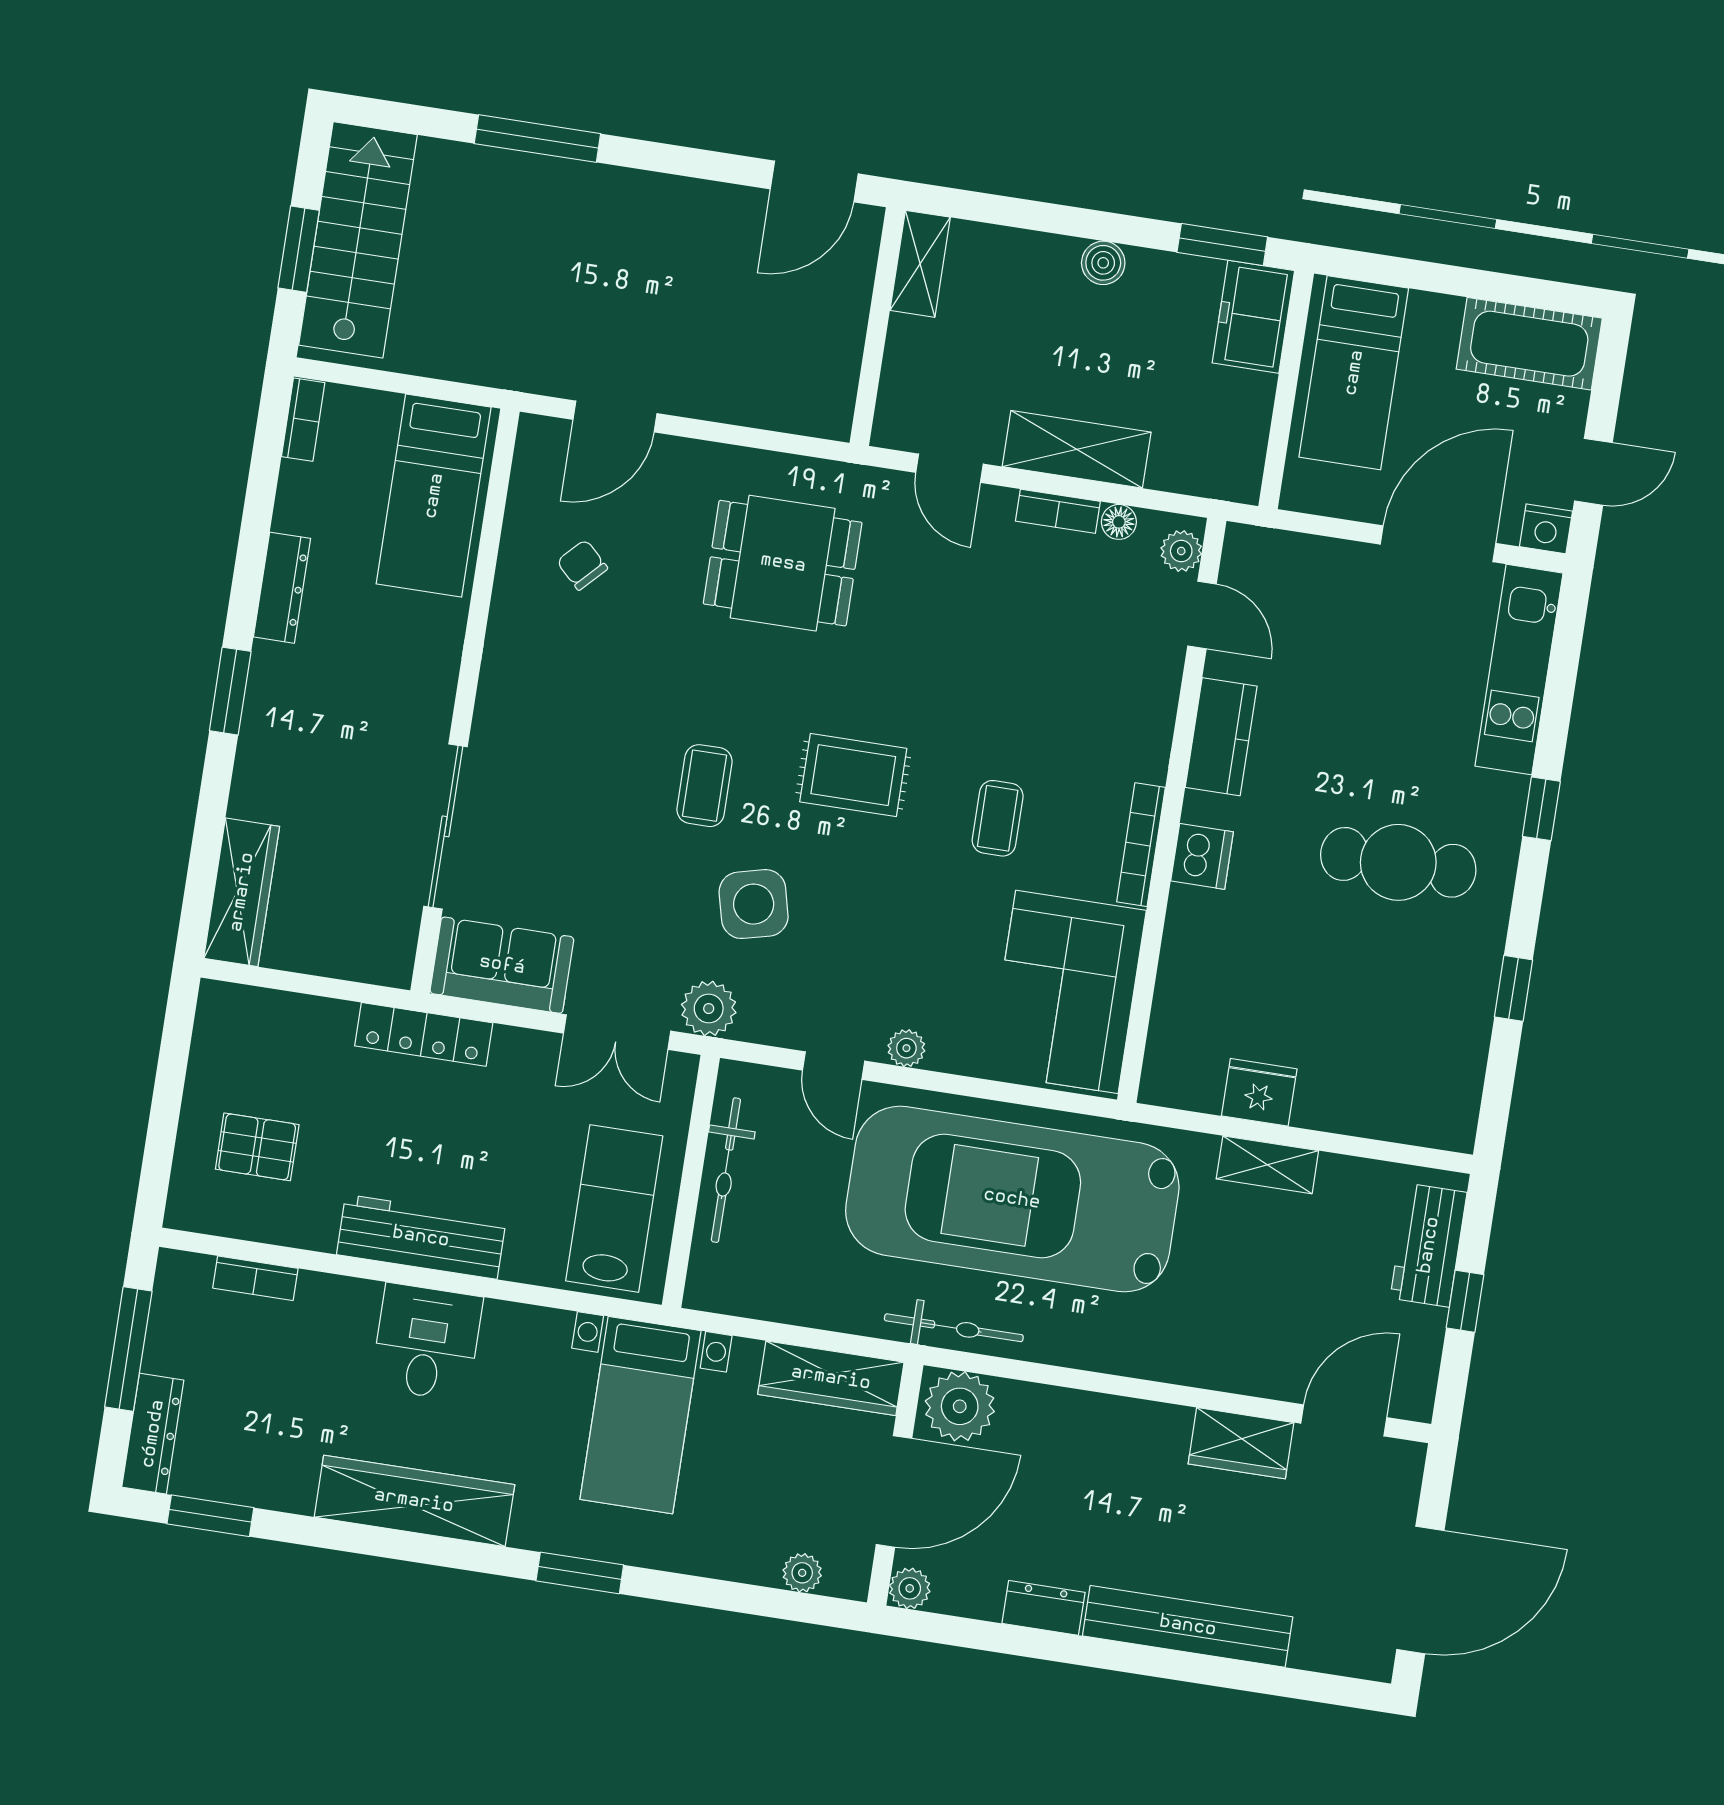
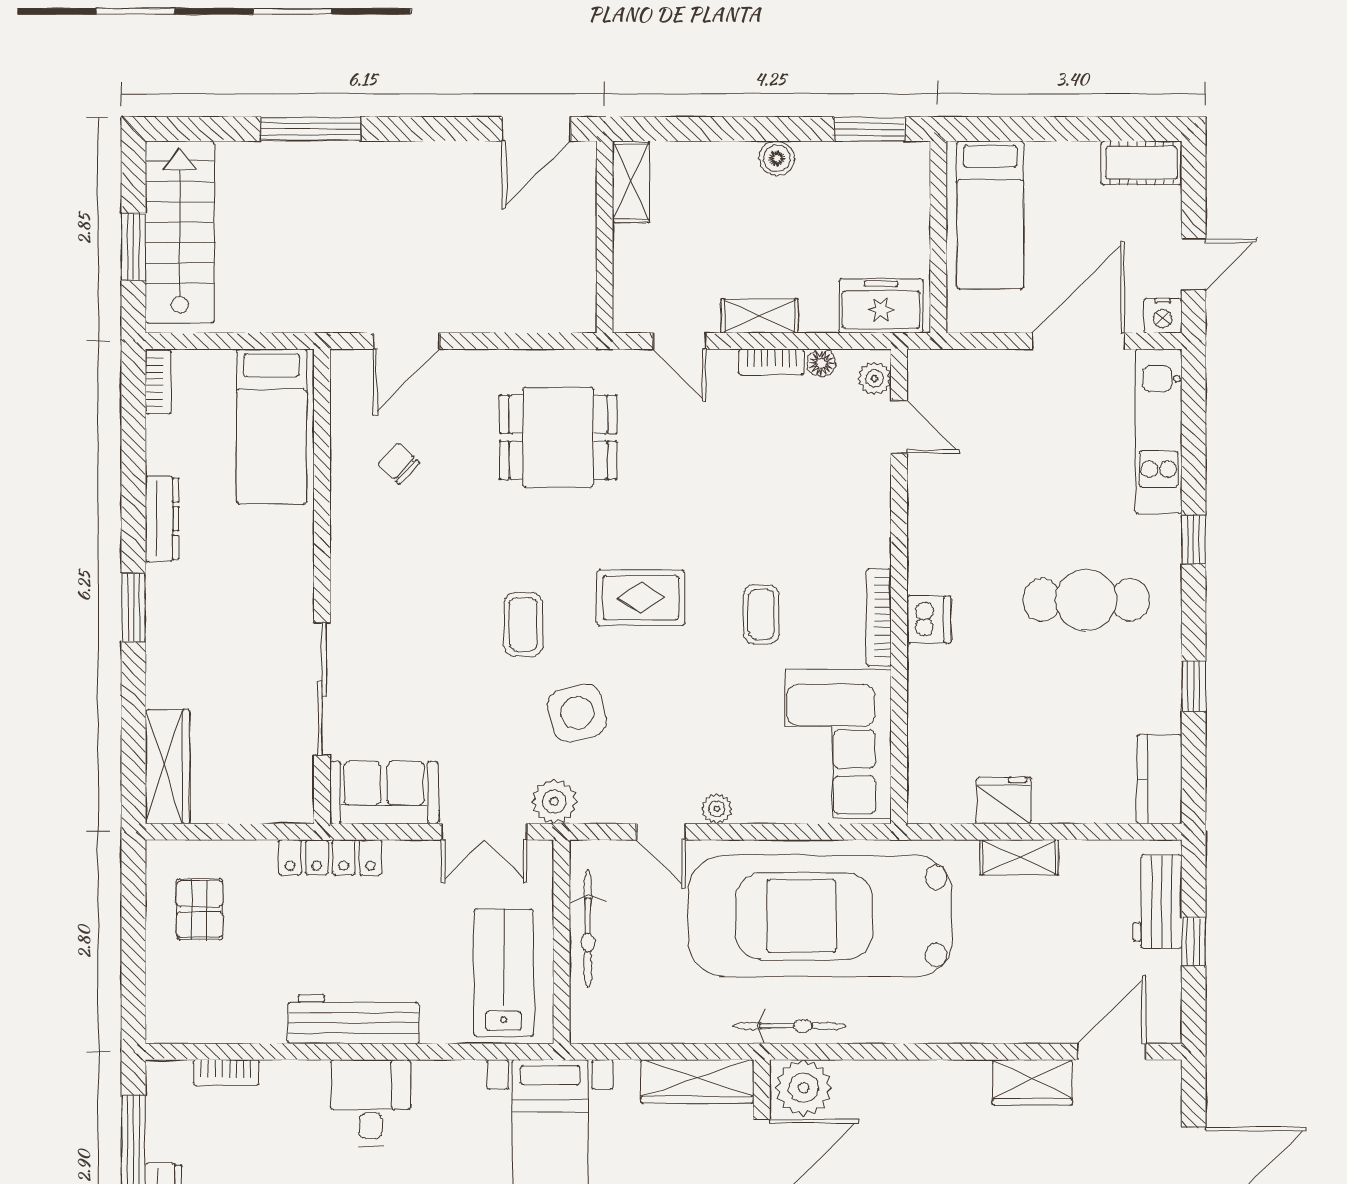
freezer: (1253, 317) -> (881, 306), moved, turned 90
cot: (1529, 344) -> (1141, 163), width x0.73, depth x0.75
shelving: (1077, 449) -> (760, 316), width x0.67, depth x0.75
kitchen counter: (1221, 737) -> (1159, 779), moved, turned 180
pallet: (257, 1147) -> (200, 909), moved, turned 90

